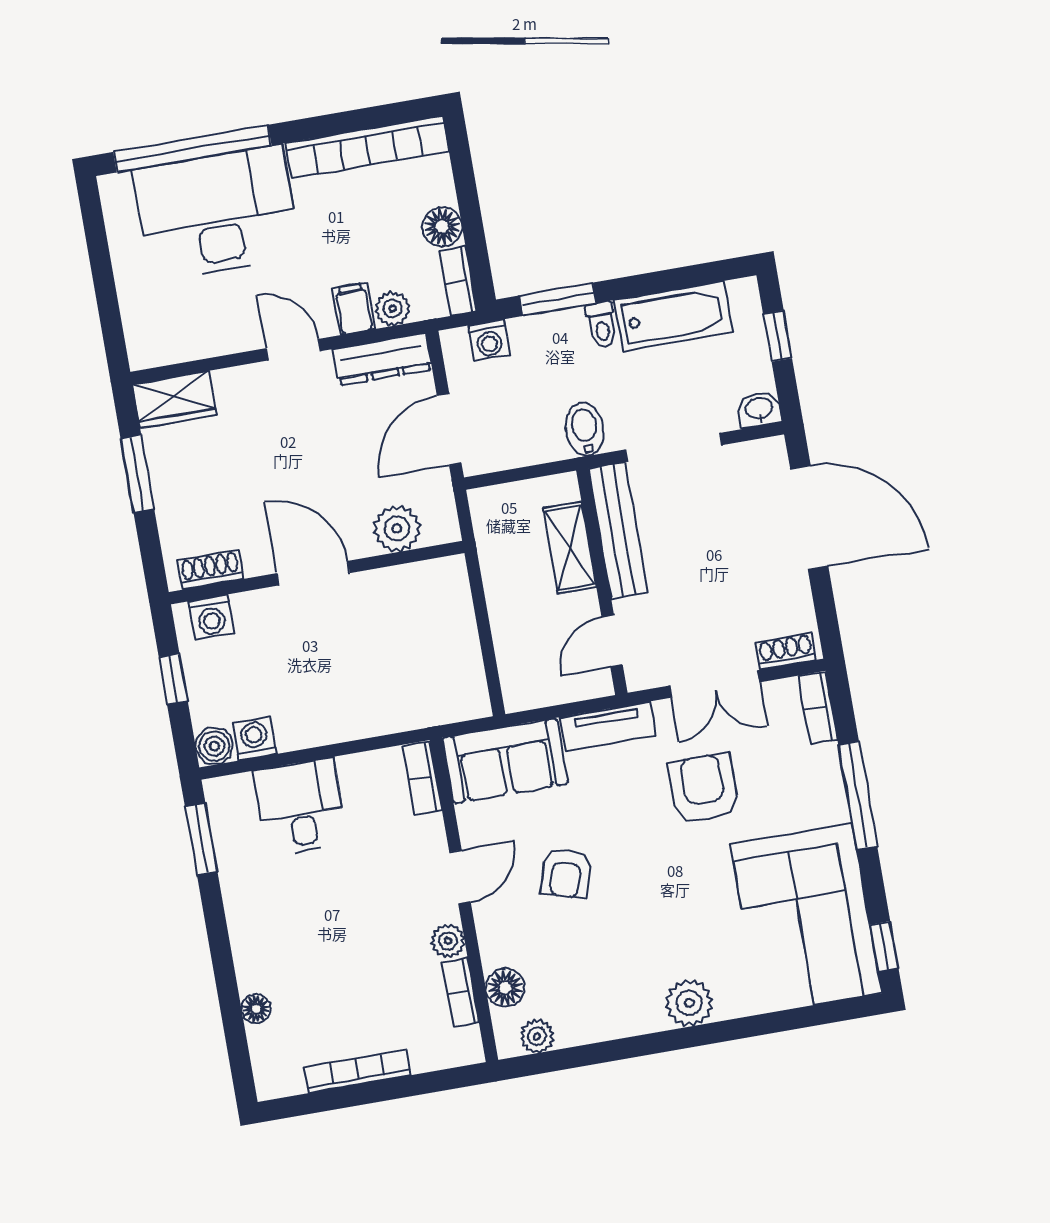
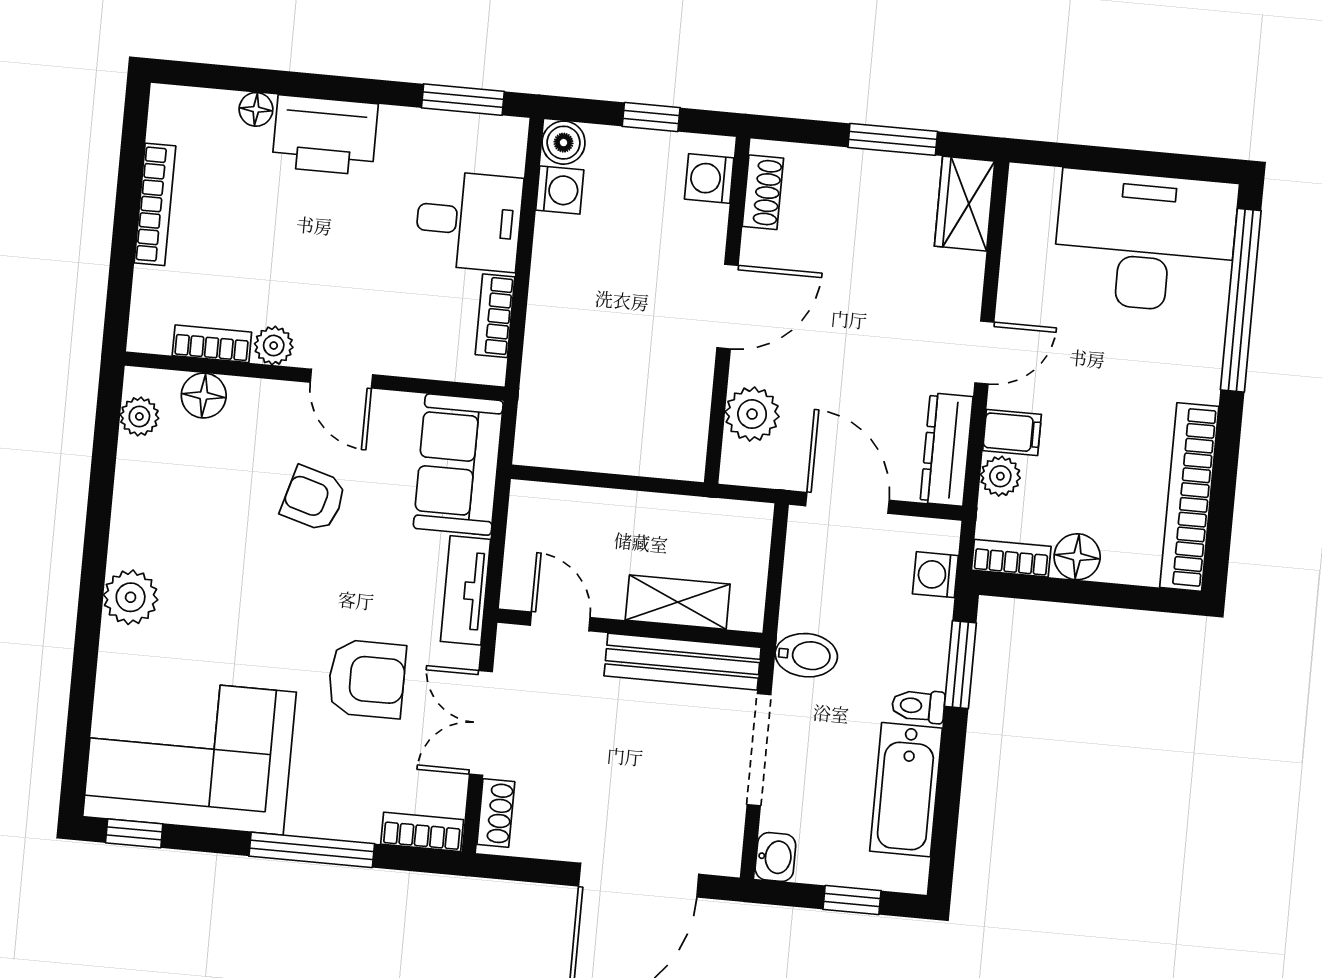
desk: (217, 213) -> (1145, 242), moved, turned -90
bookcase: (422, 778) -> (495, 316), moved, turned -90
printer: (262, 946) -> (325, 135), added

